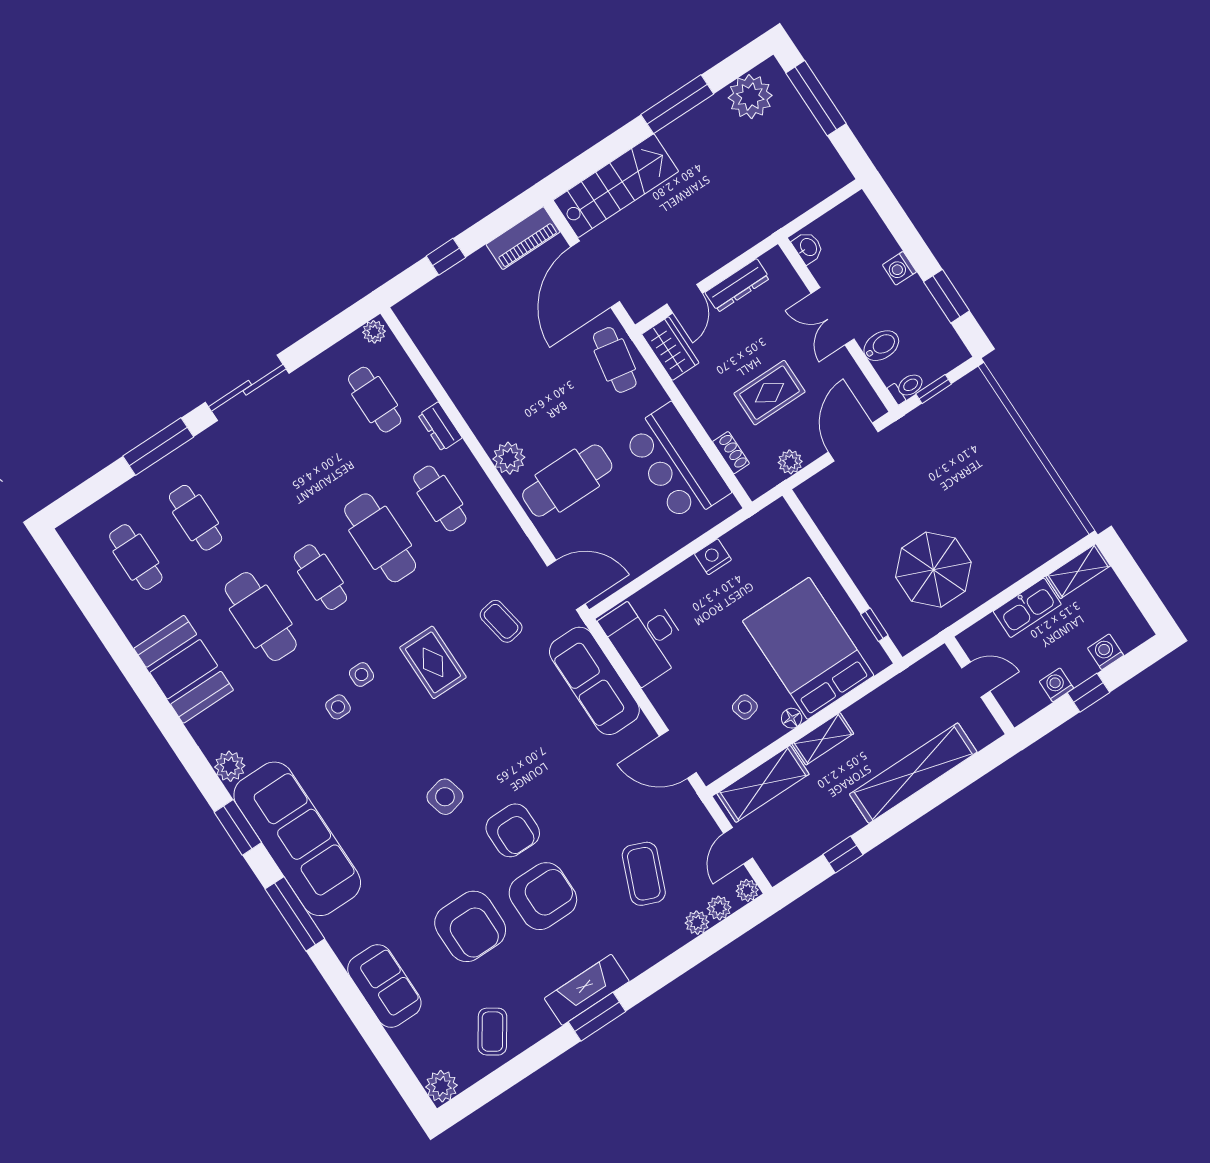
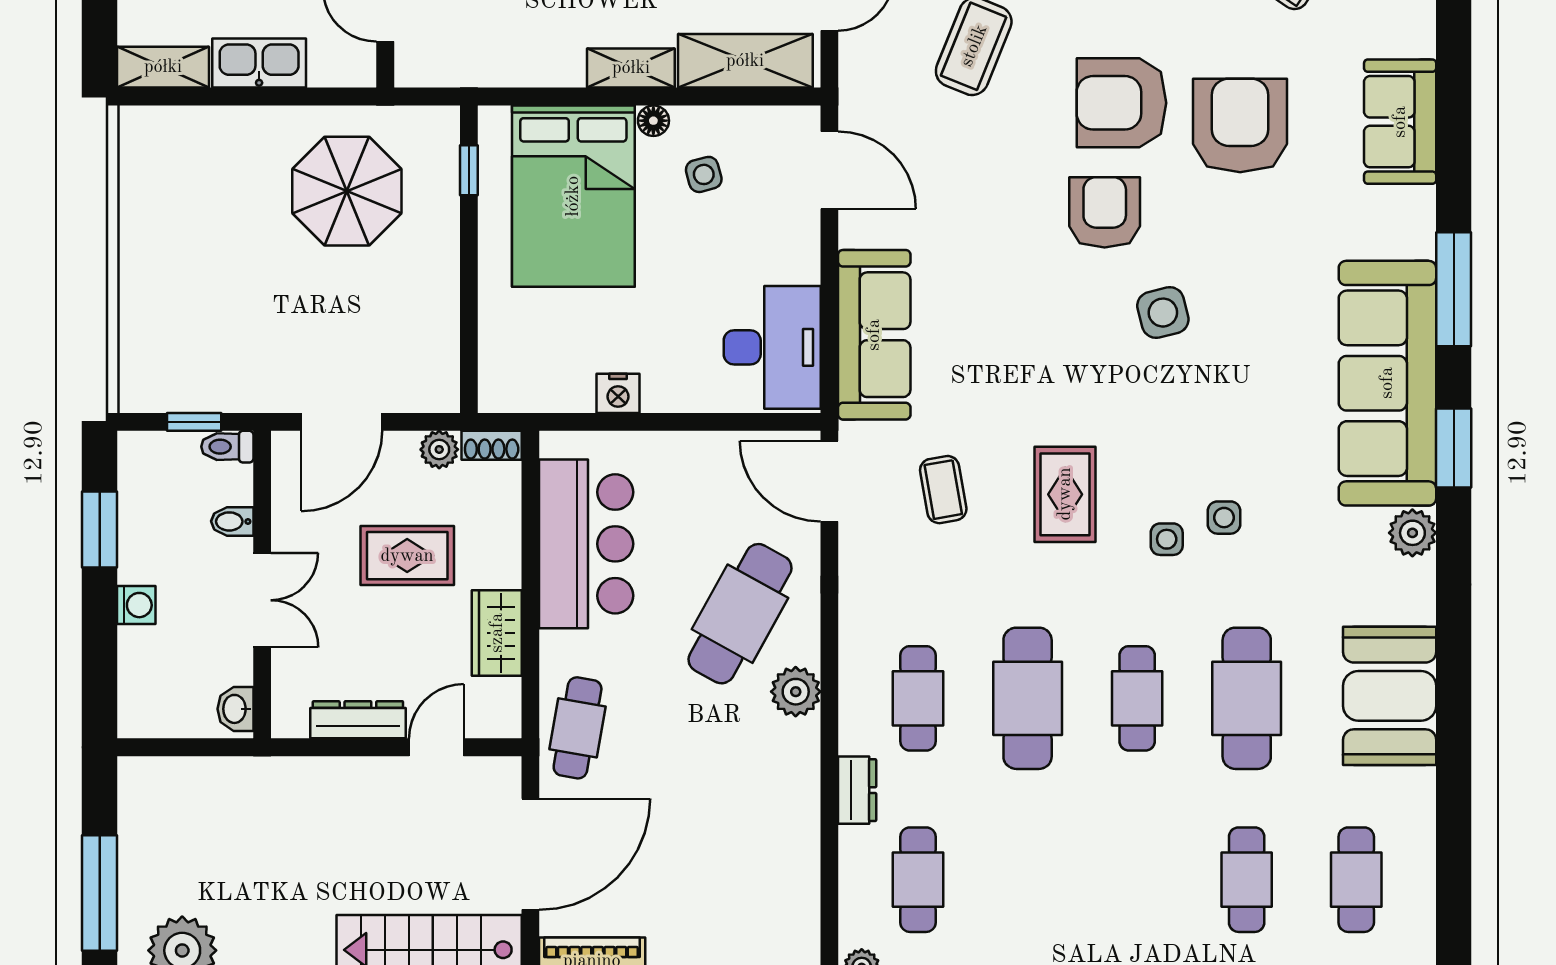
bidet: (881, 346) -> (232, 521), width x0.72, depth x0.74
wardrobe: (670, 349) -> (497, 633), moved
shoe rack: (731, 453) -> (492, 445), moved, turned -90
cafe table: (567, 481) -> (740, 614), turned -61

